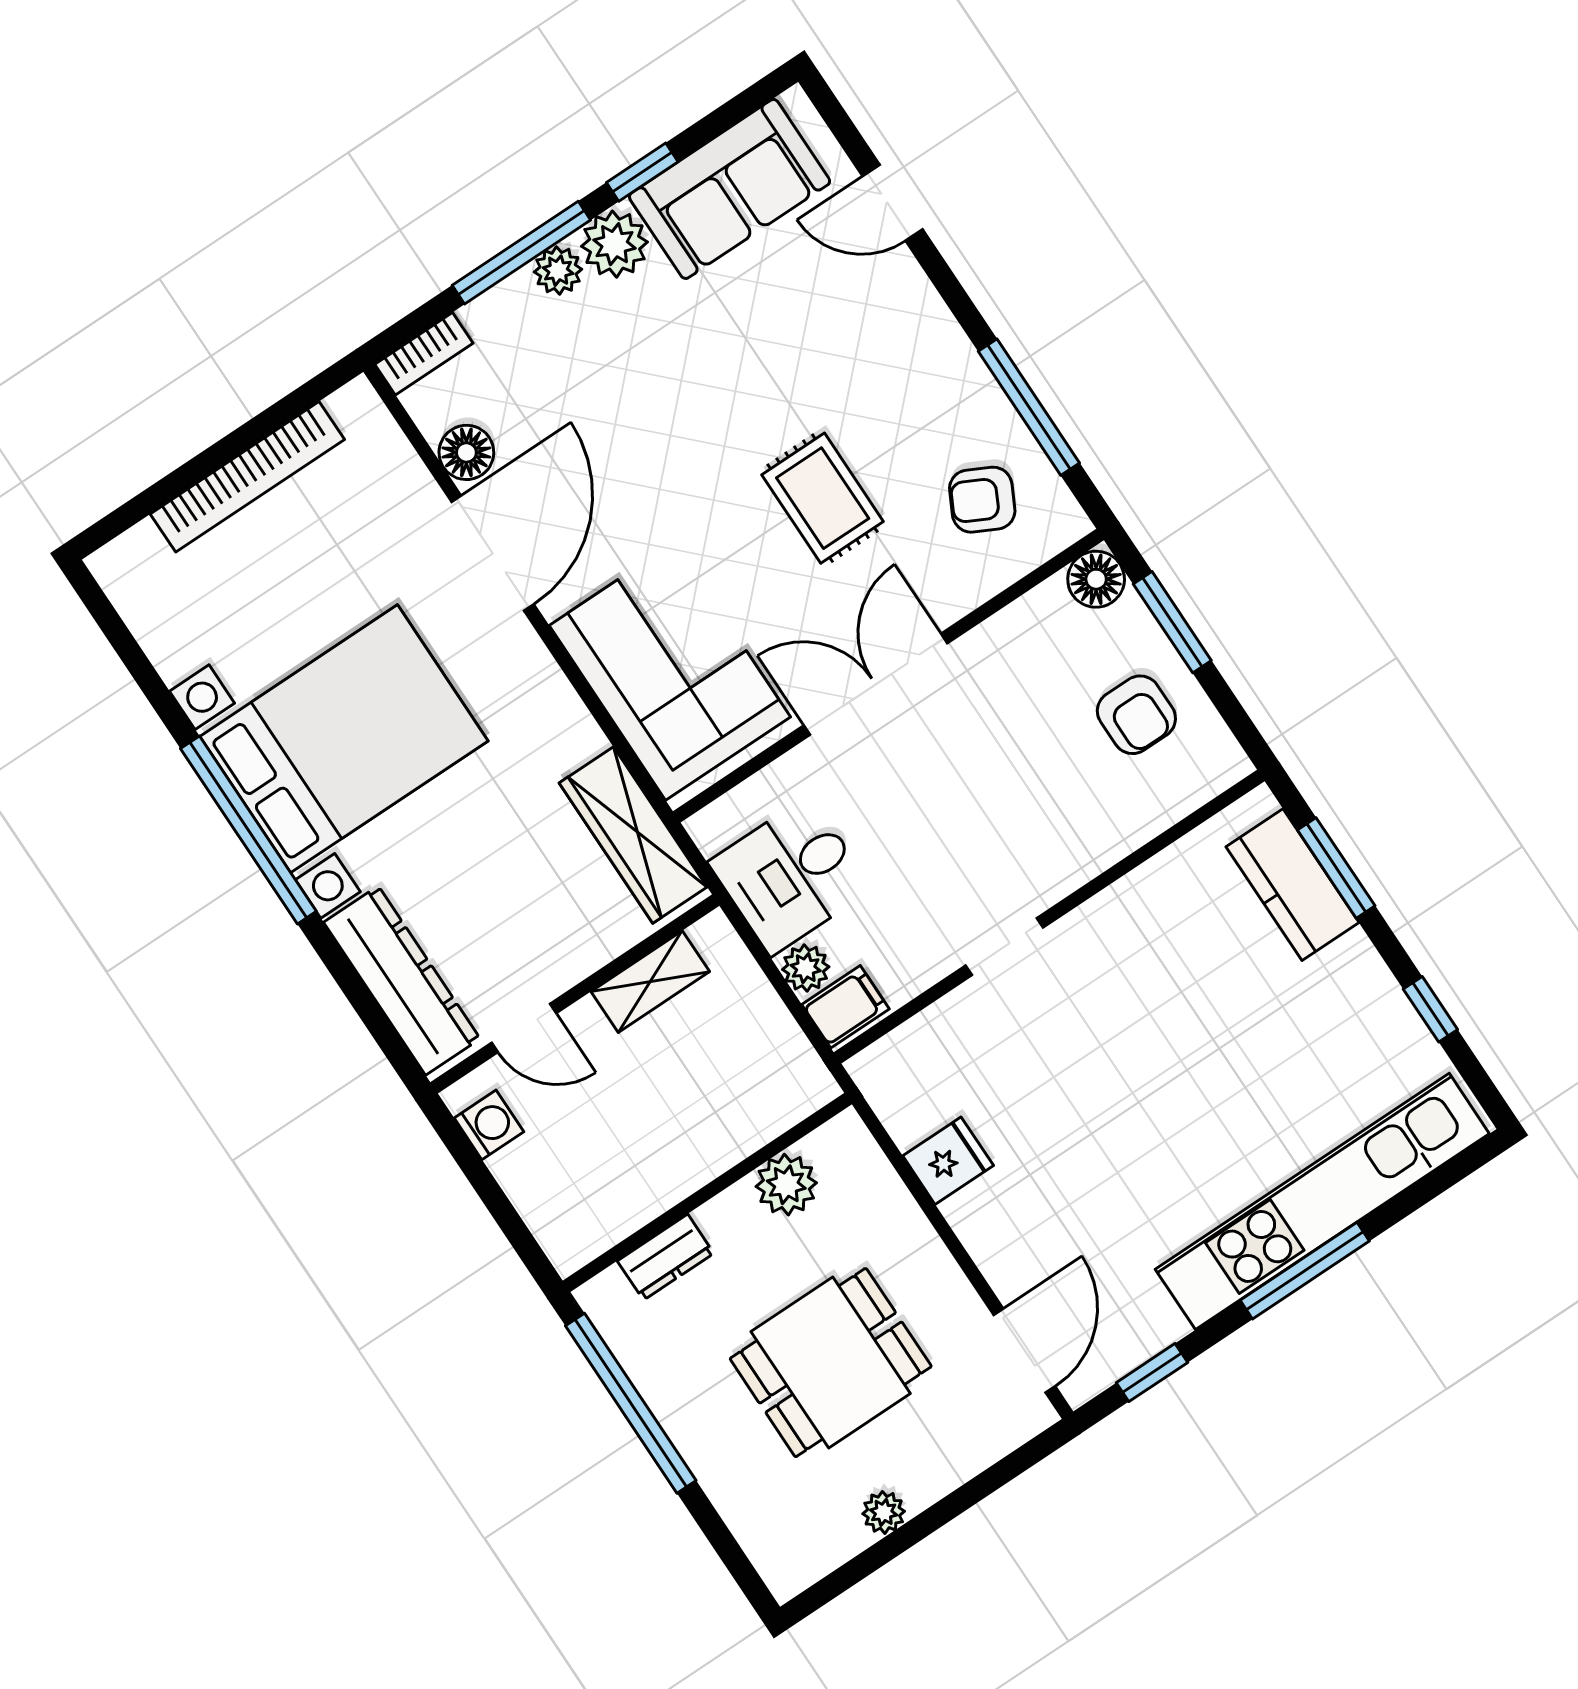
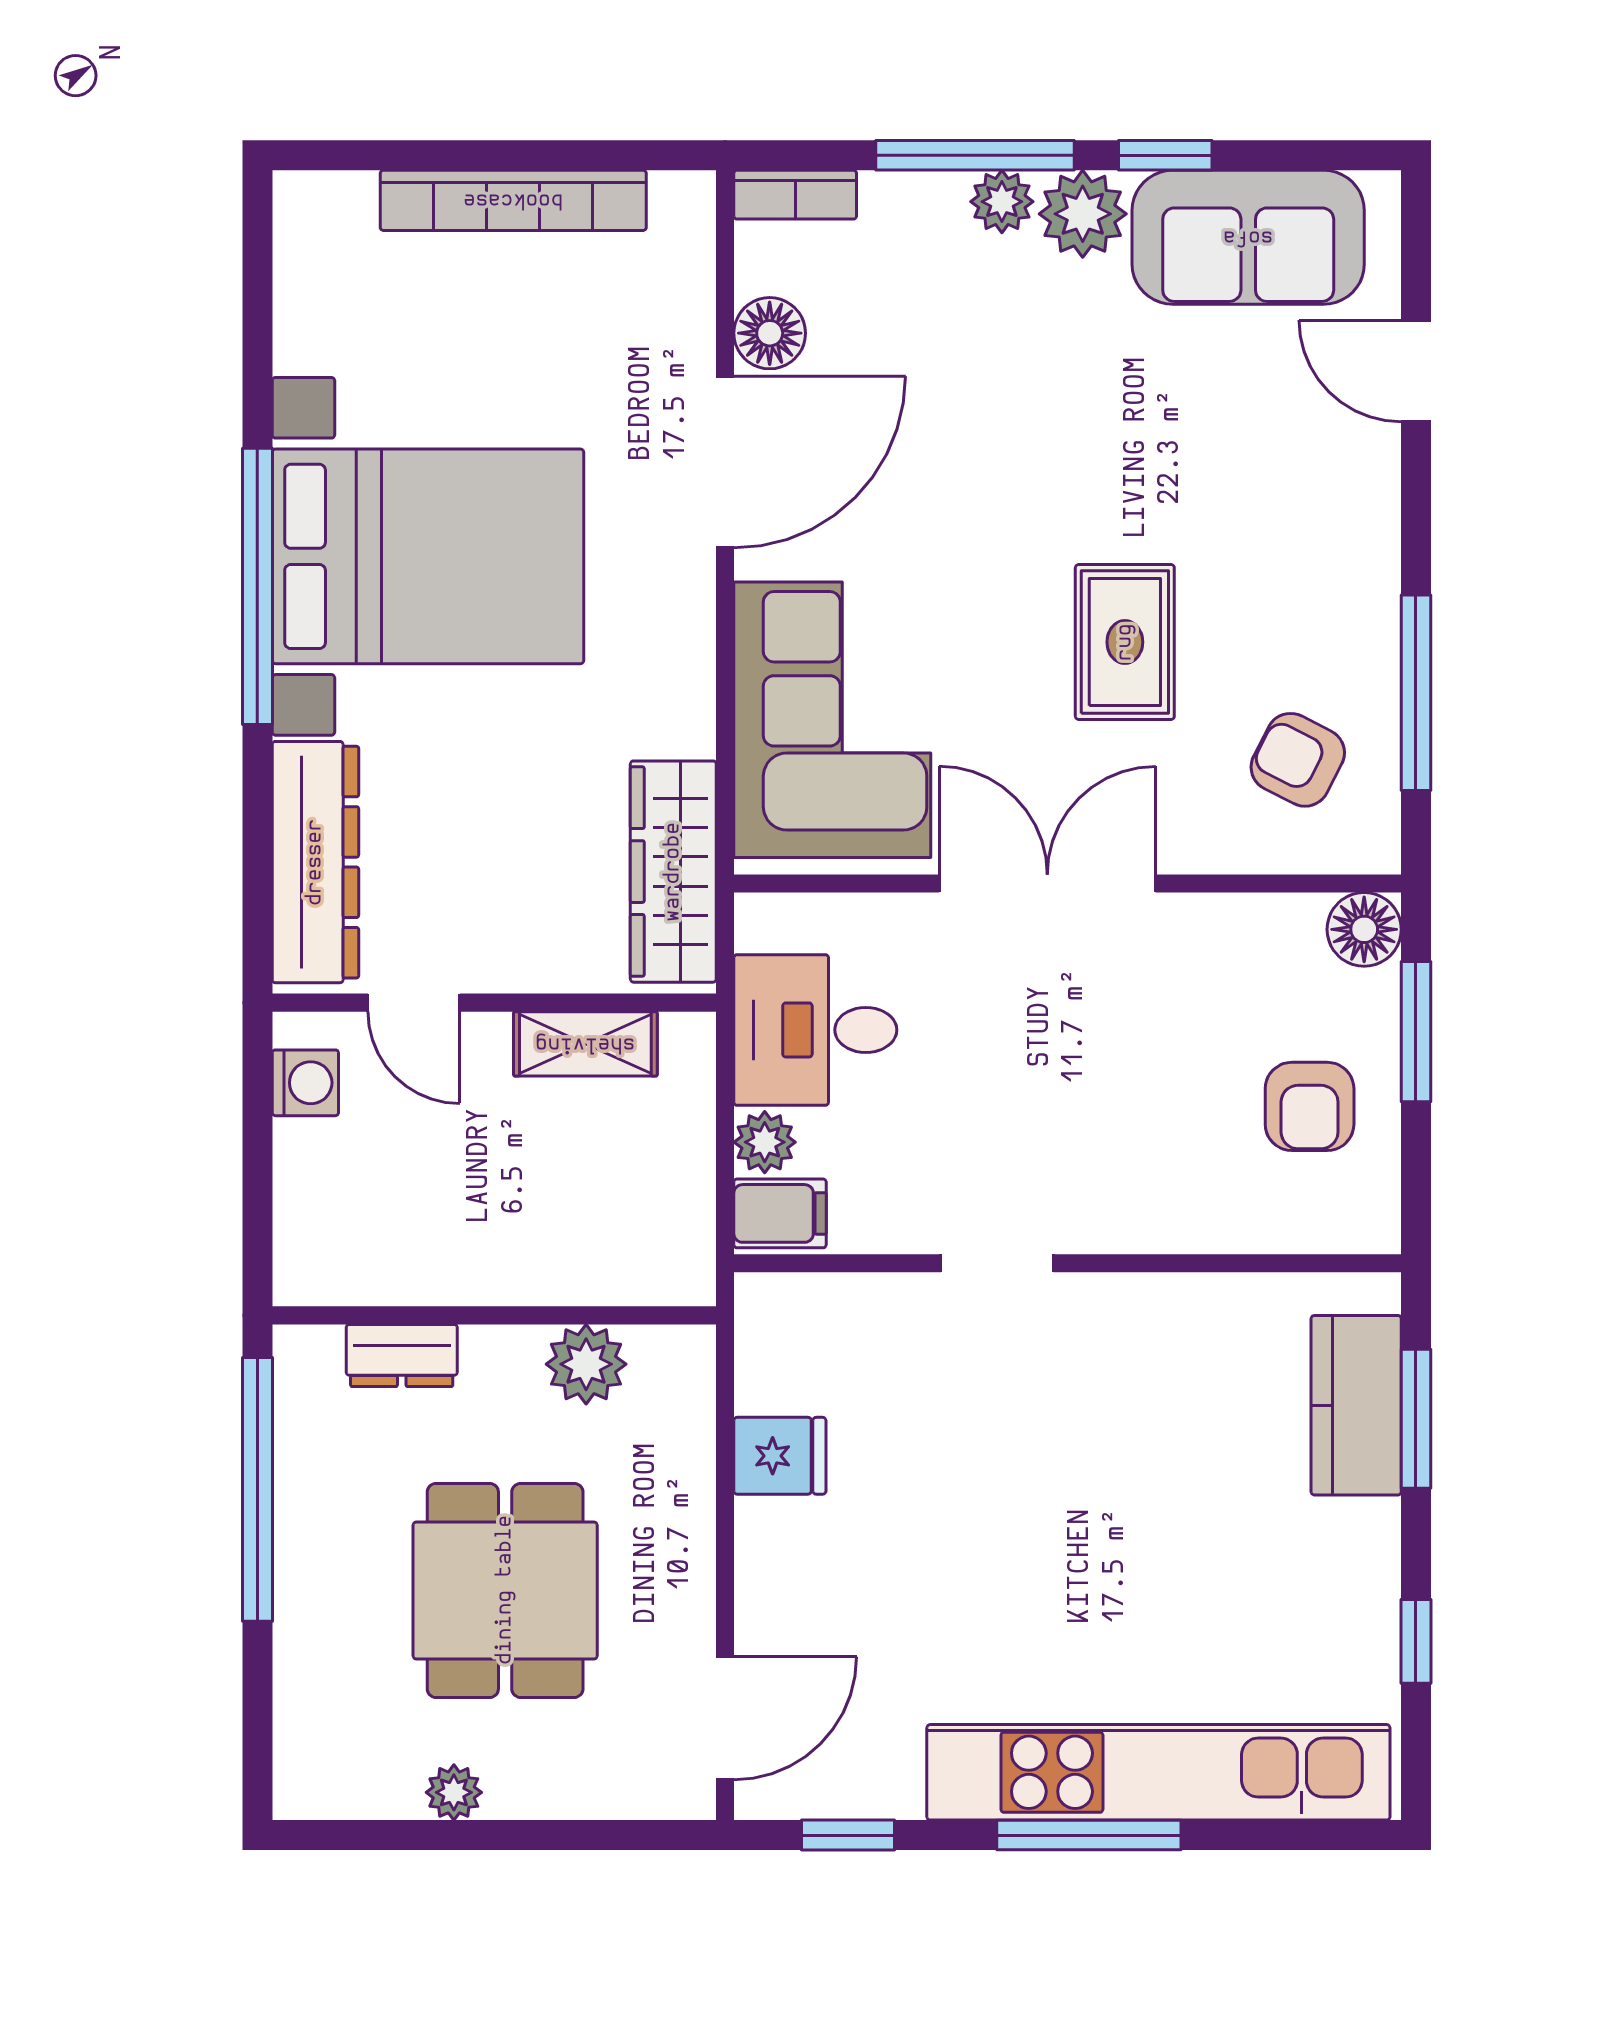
dining table: (831, 1363) -> (505, 1590), turned 90

